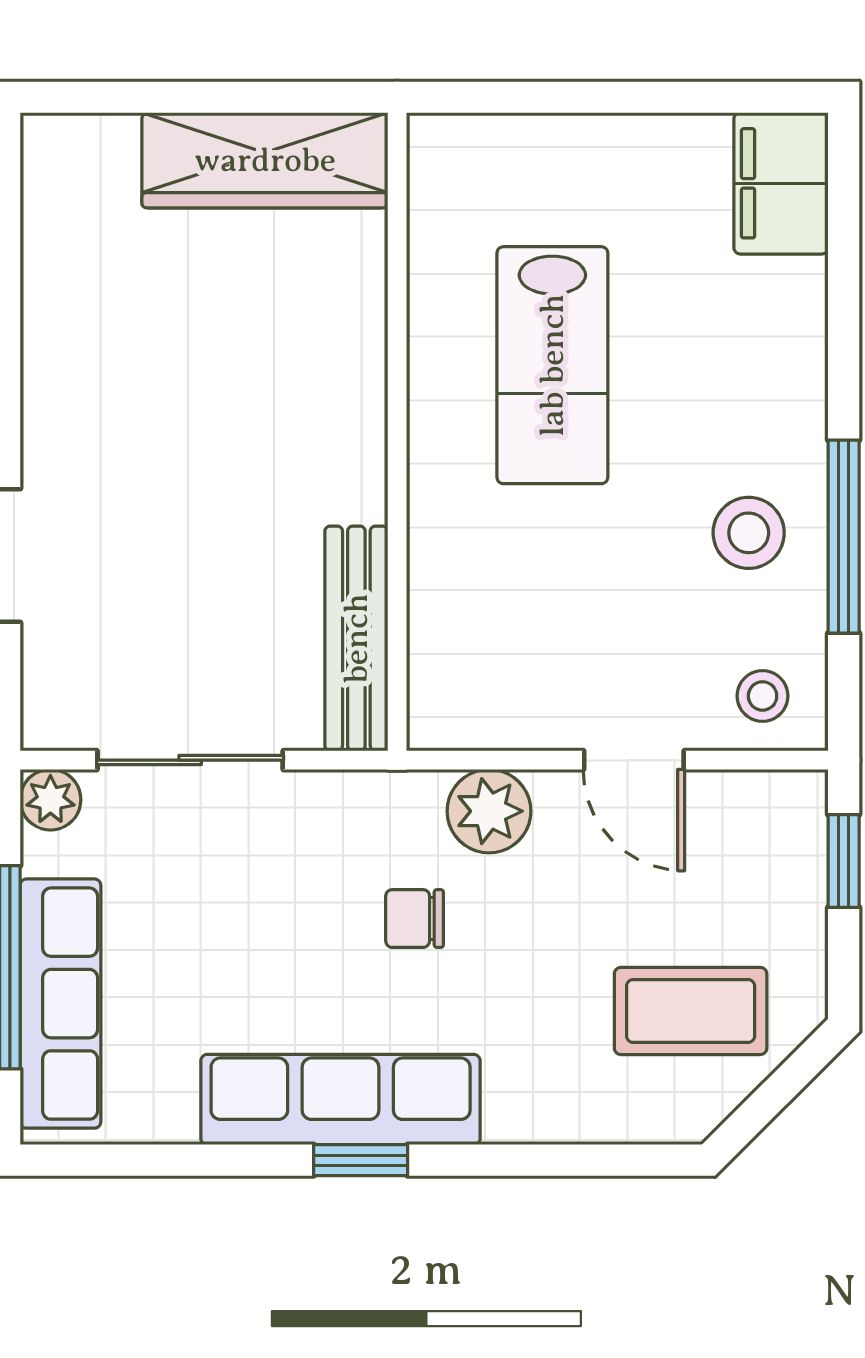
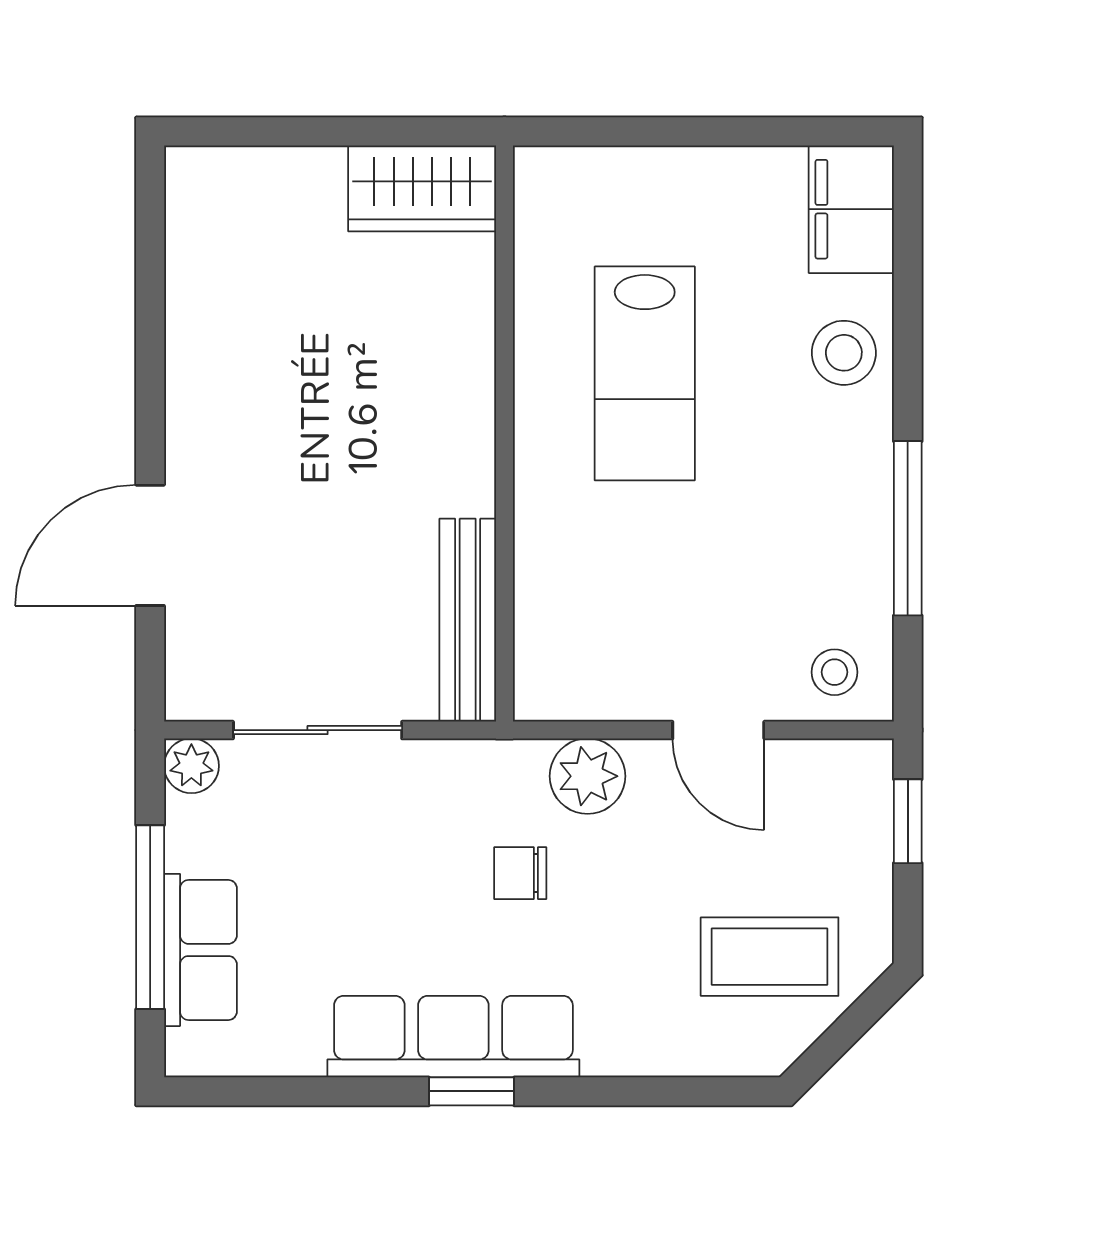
wardrobe: (265, 160) -> (422, 188), width x0.67
stool: (749, 533) -> (844, 353), moved
row of seats: (60, 1004) -> (200, 950), width x0.68

